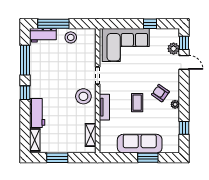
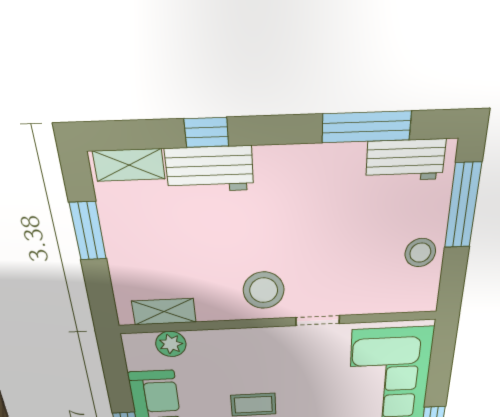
workbench: (43, 35) -> (405, 160), moved, turned -90
window: (25, 93) -> (206, 132), moved
tv unit: (104, 107) -> (239, 339), removed
plant: (105, 134) -> (171, 344), added

